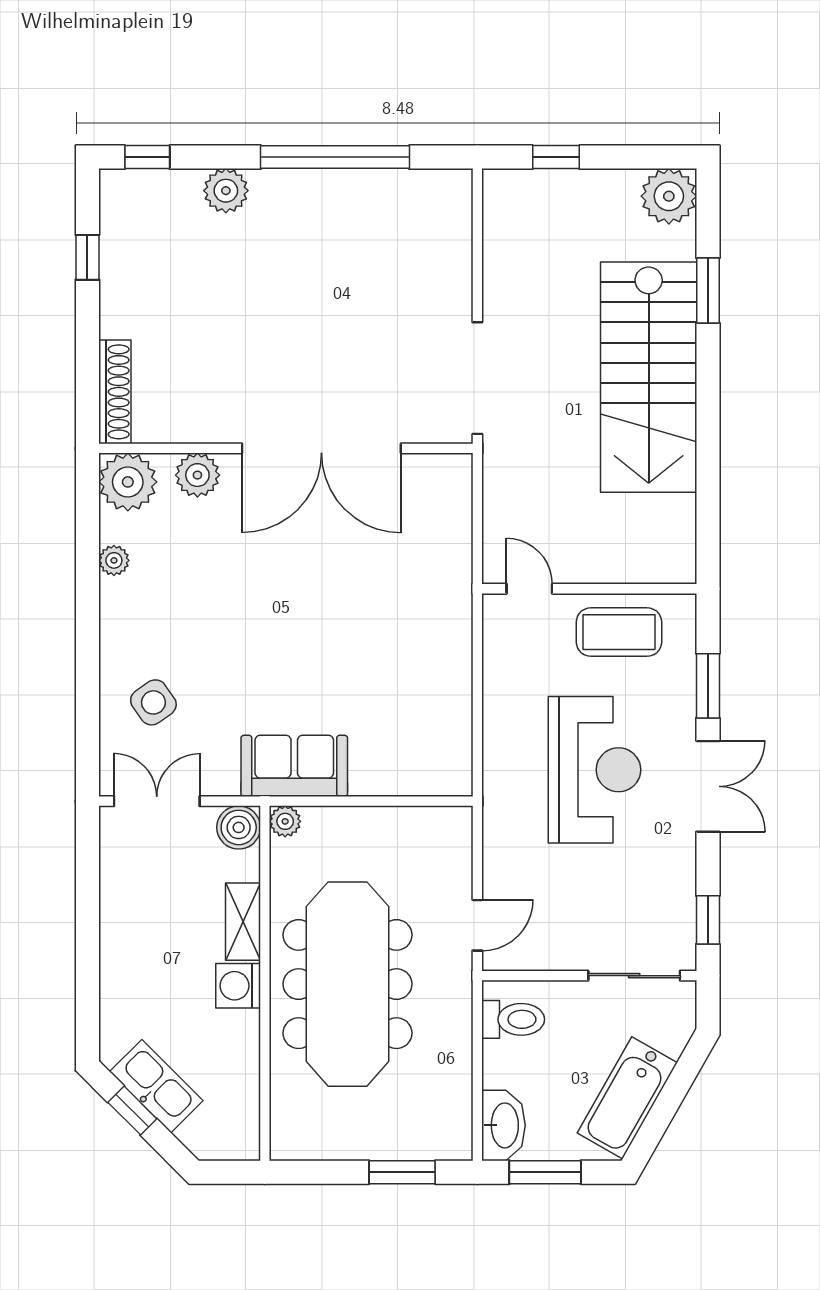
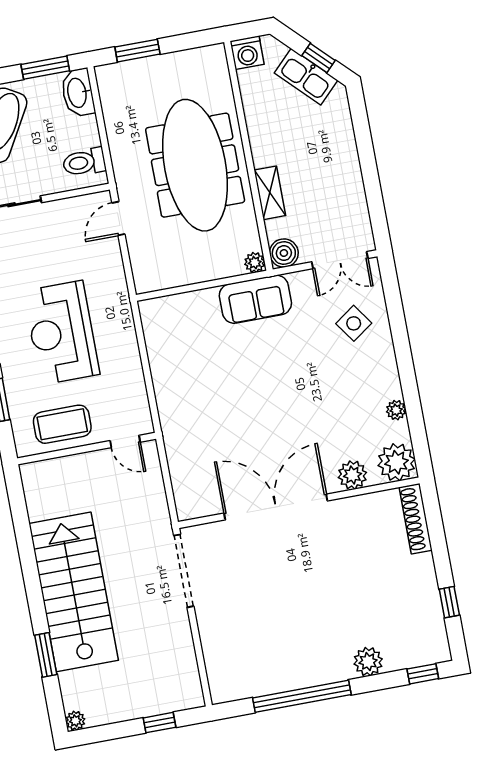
plant: (669, 196) -> (75, 721), width x0.53, depth x0.53
washing machine: (238, 986) -> (247, 53), moved, turned 90

